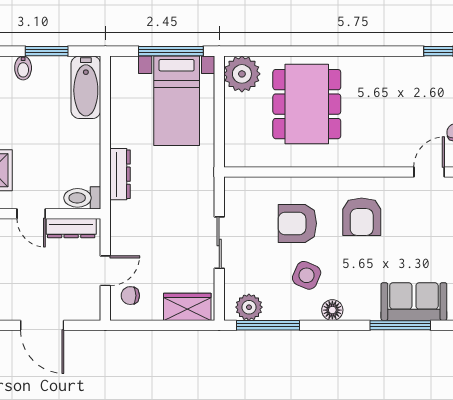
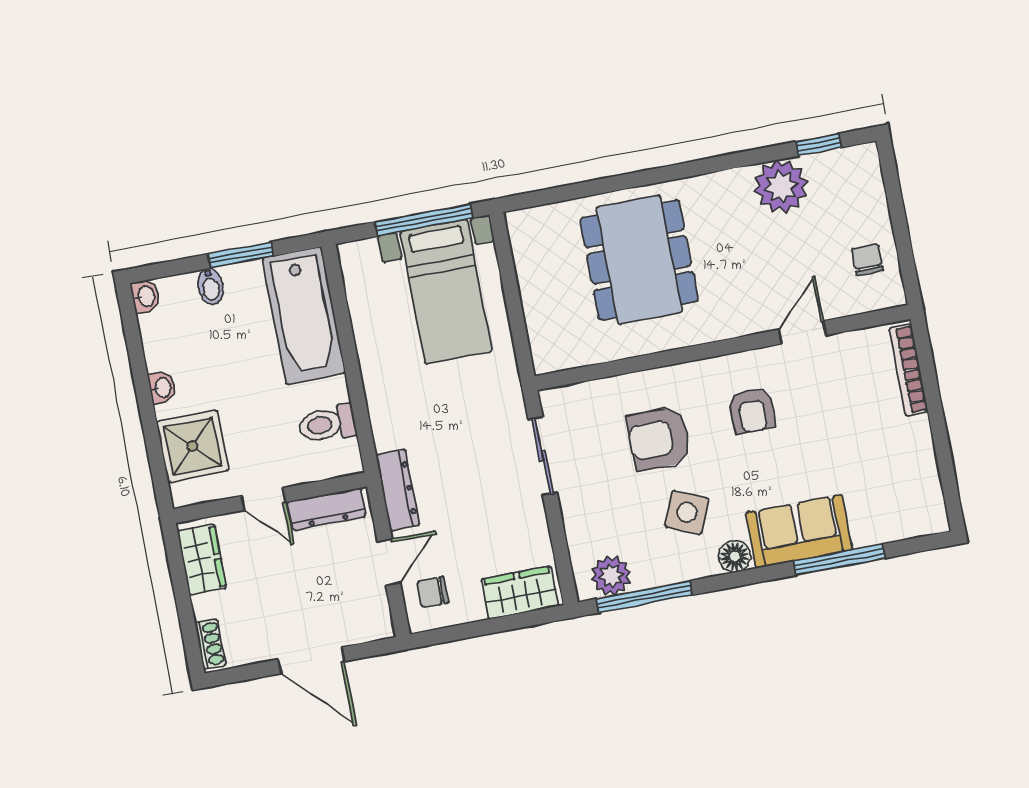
plant: (242, 74) -> (781, 187), moved
bathtub: (86, 87) -> (304, 316), width x1.36, depth x1.36
door: (429, 172) -> (802, 332), moved
dresser: (120, 174) -> (398, 490), moved
toilet: (82, 198) -> (327, 424), moved
armchair: (362, 217) -> (752, 411), width x0.72, depth x0.72
sliding door: (219, 243) -> (543, 456), moved
sofa: (414, 302) -> (799, 531), moved

